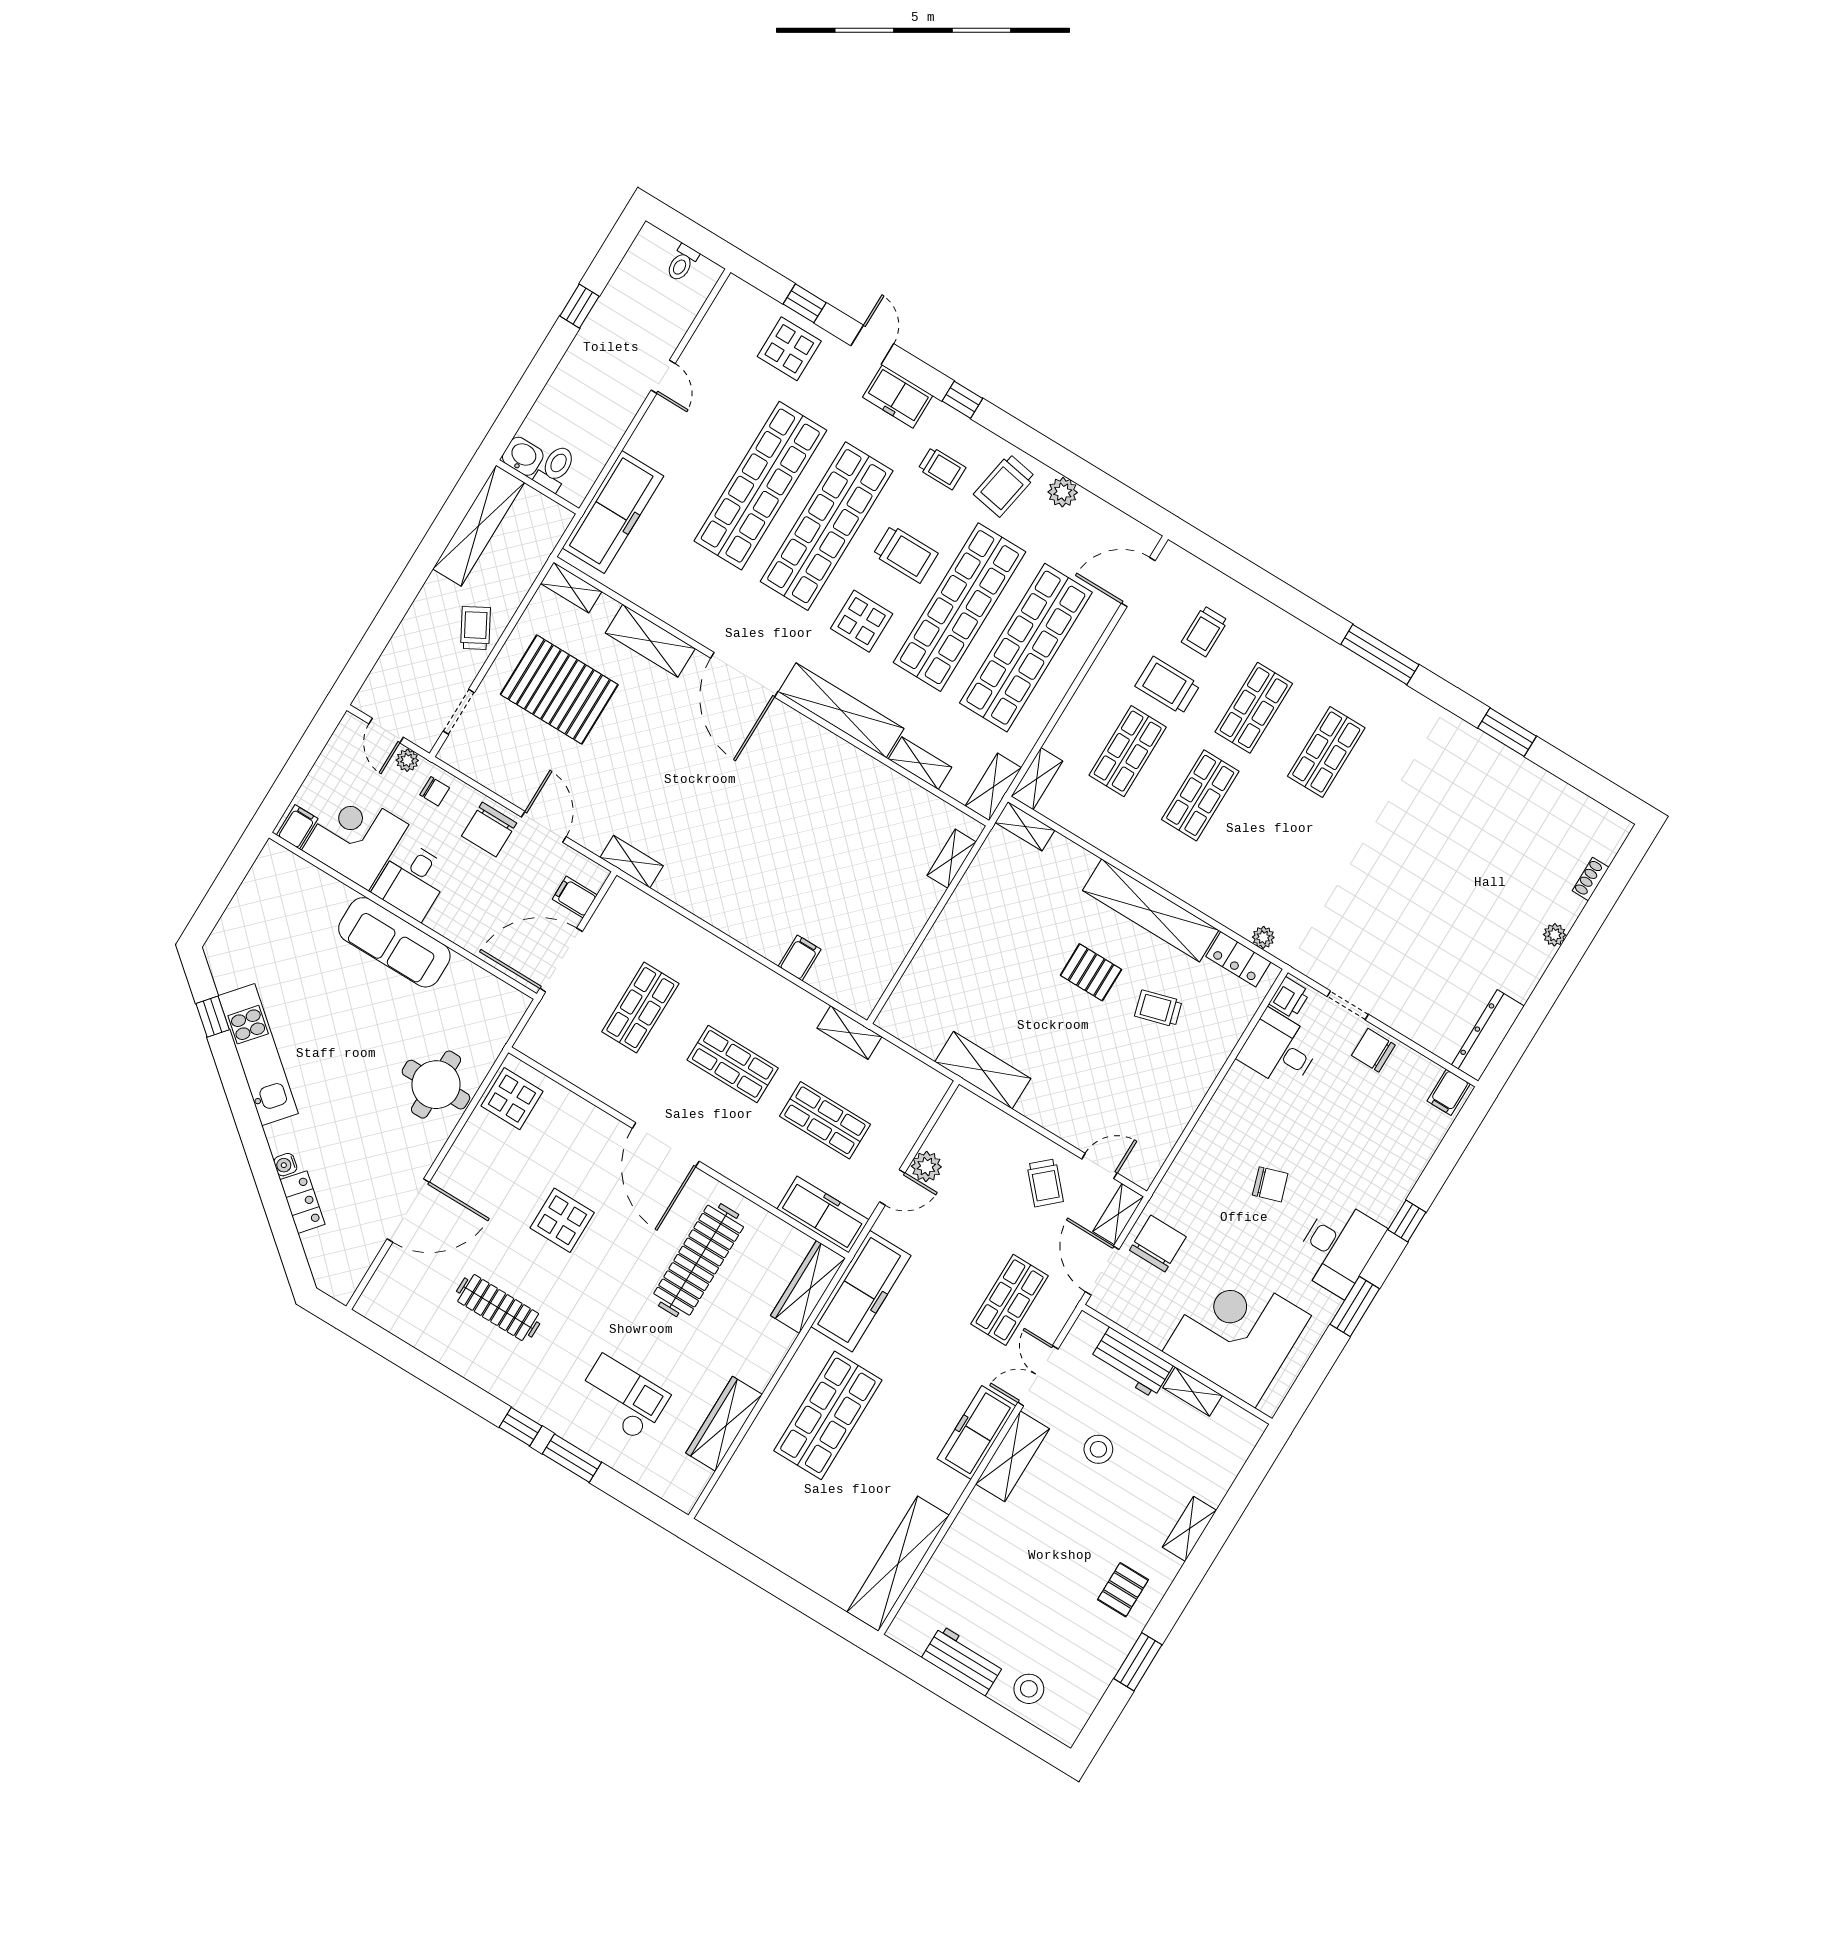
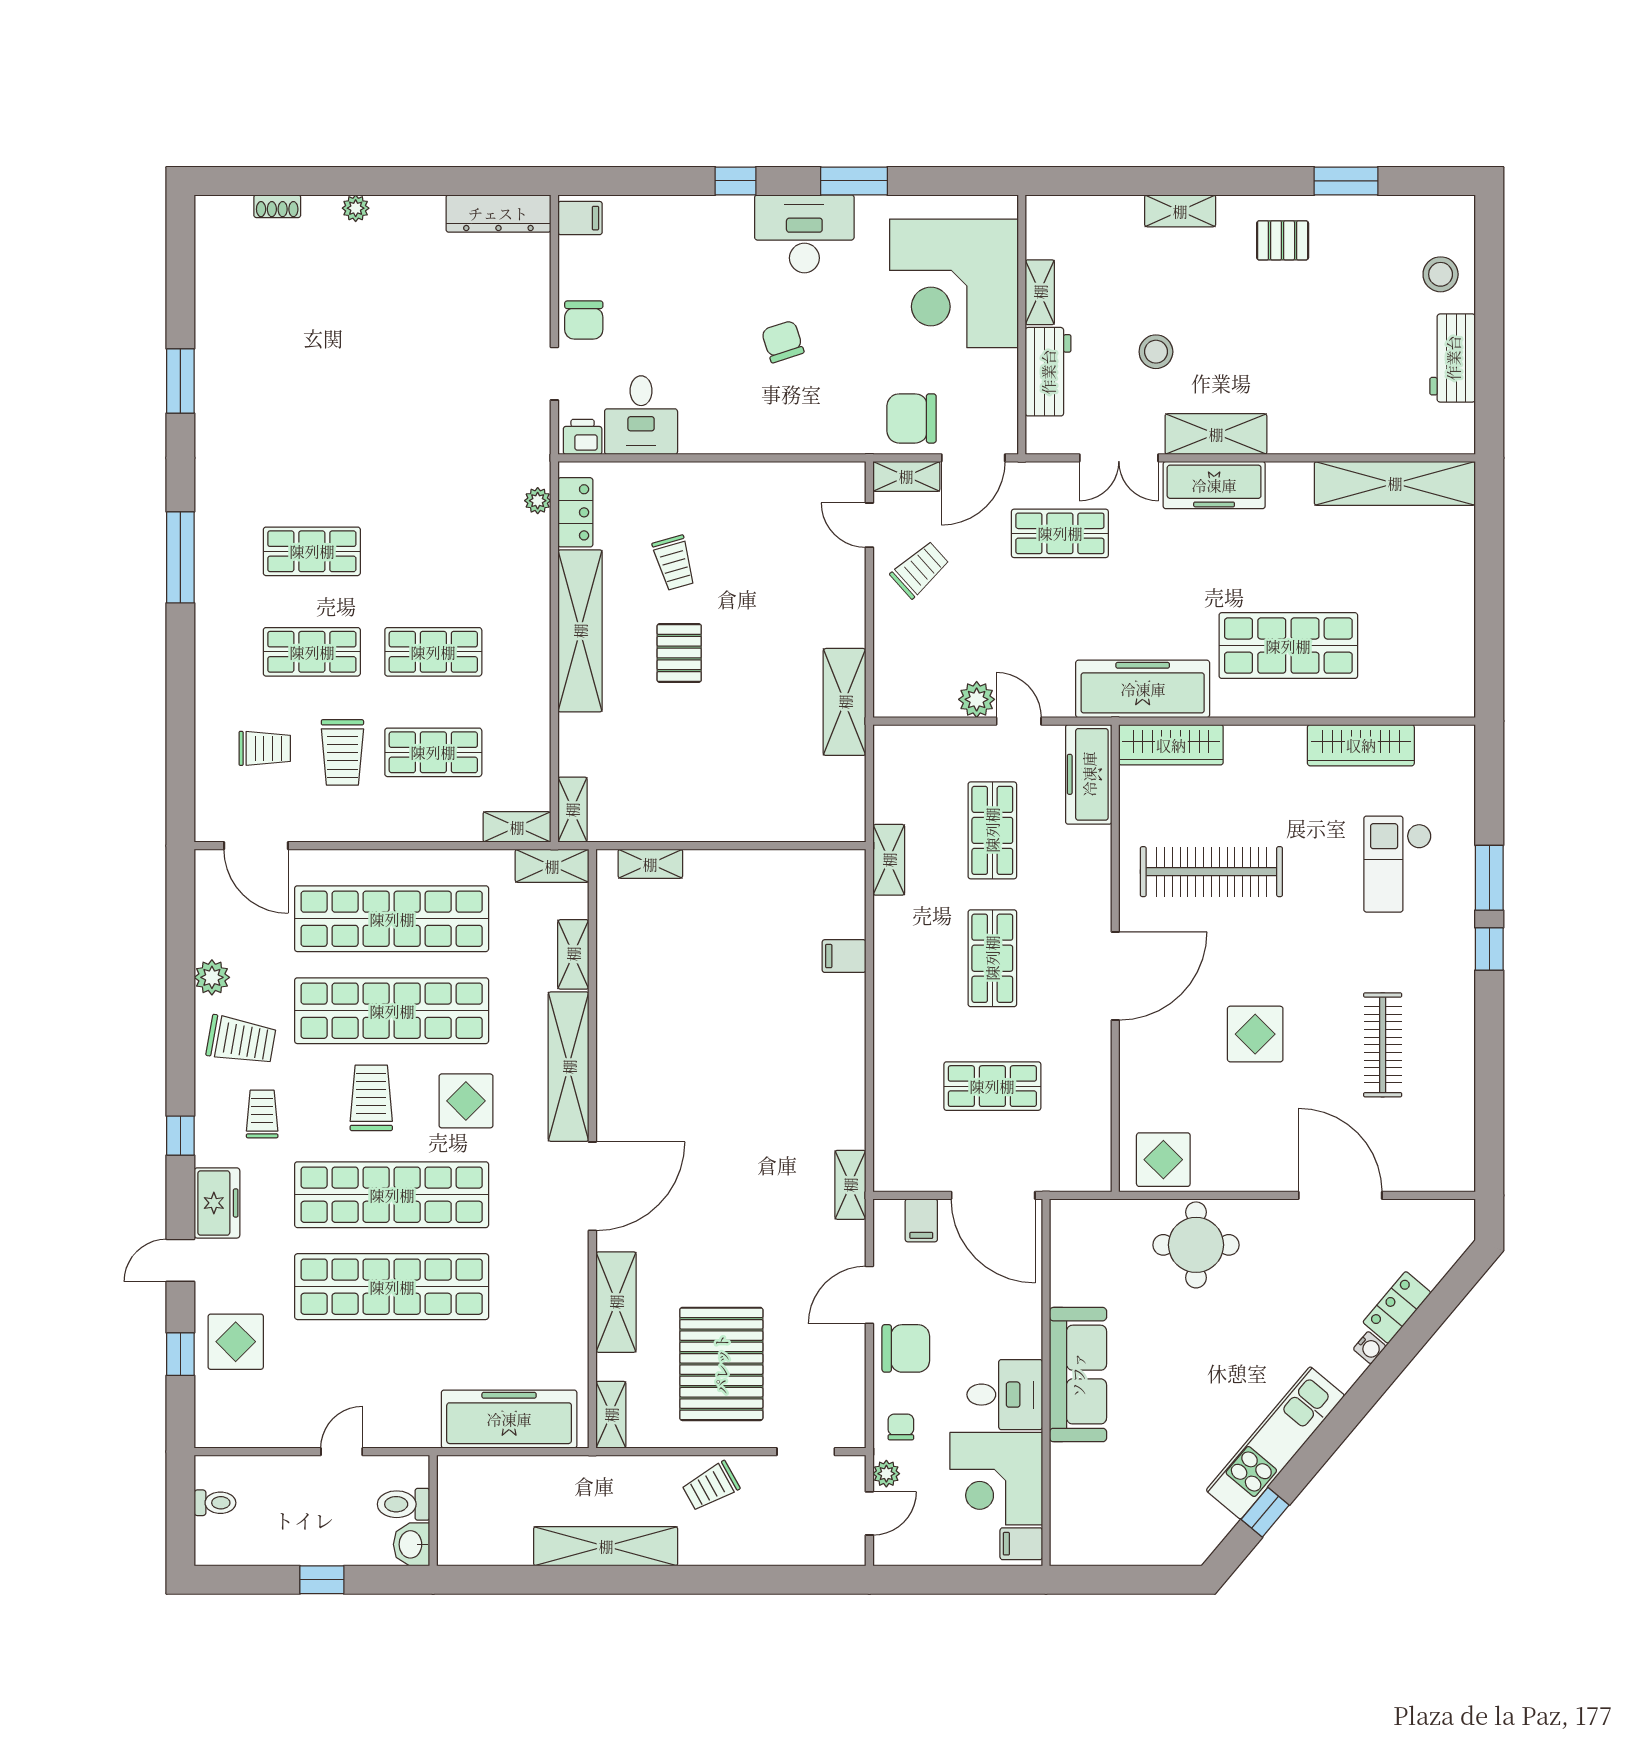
washbasin: (523, 456) -> (411, 1544), moved
toilet: (555, 468) -> (403, 1504), moved
wall: (538, 487) -> (433, 1511), moved

